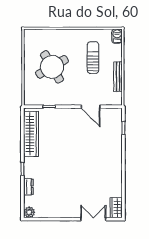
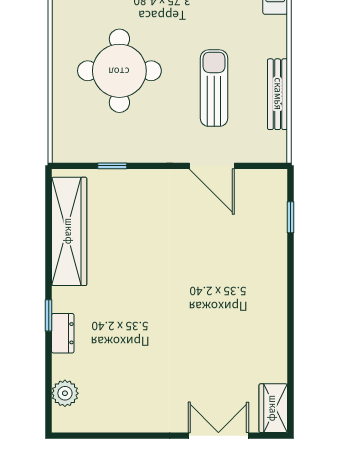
sun lounger: (93, 58) -> (214, 88), moved
round table: (52, 67) -> (119, 71), turned 30
dresser: (28, 187) -> (63, 333), moved
plant: (29, 212) -> (65, 393), moved

